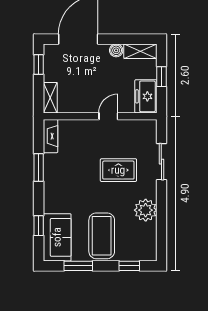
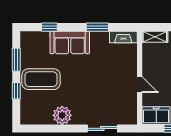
rug: (118, 170) -> (95, 93), removed
sofa: (57, 237) -> (70, 42), moved
window: (129, 266) -> (16, 91), moved

